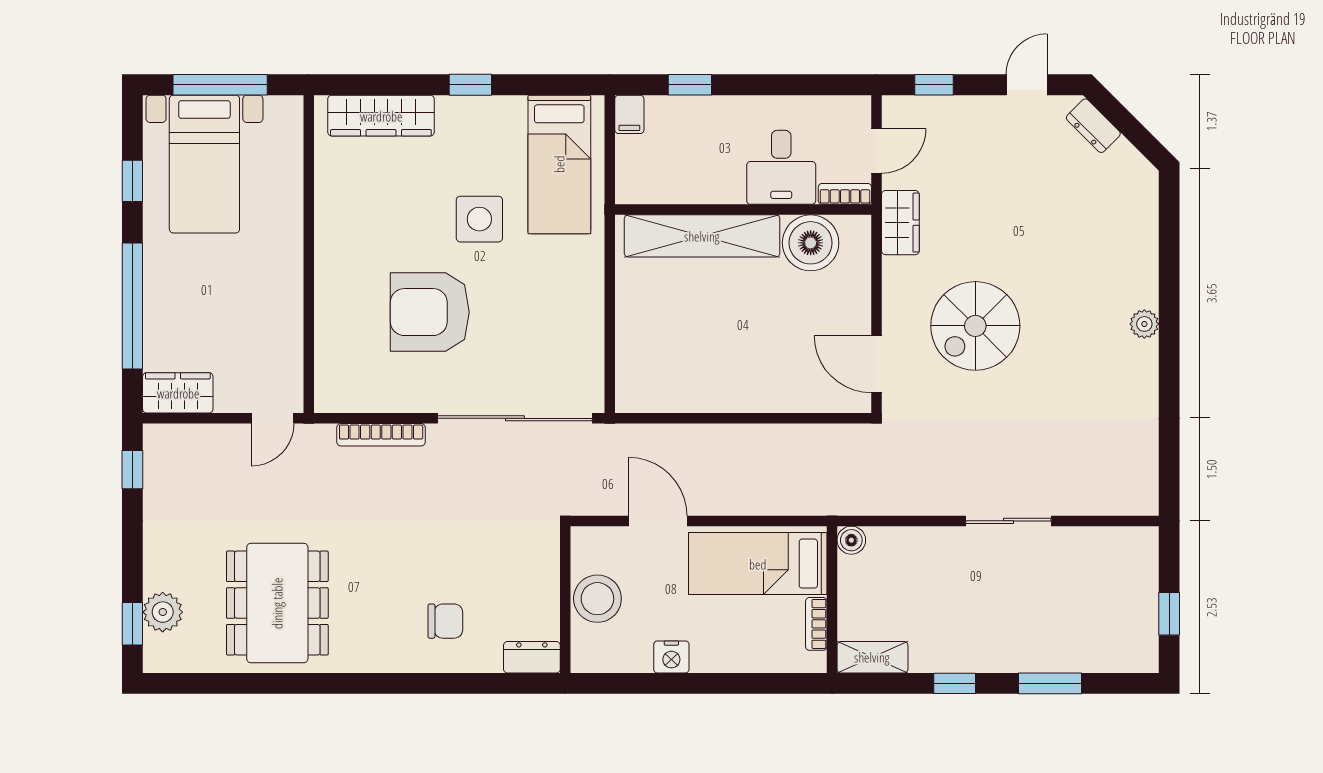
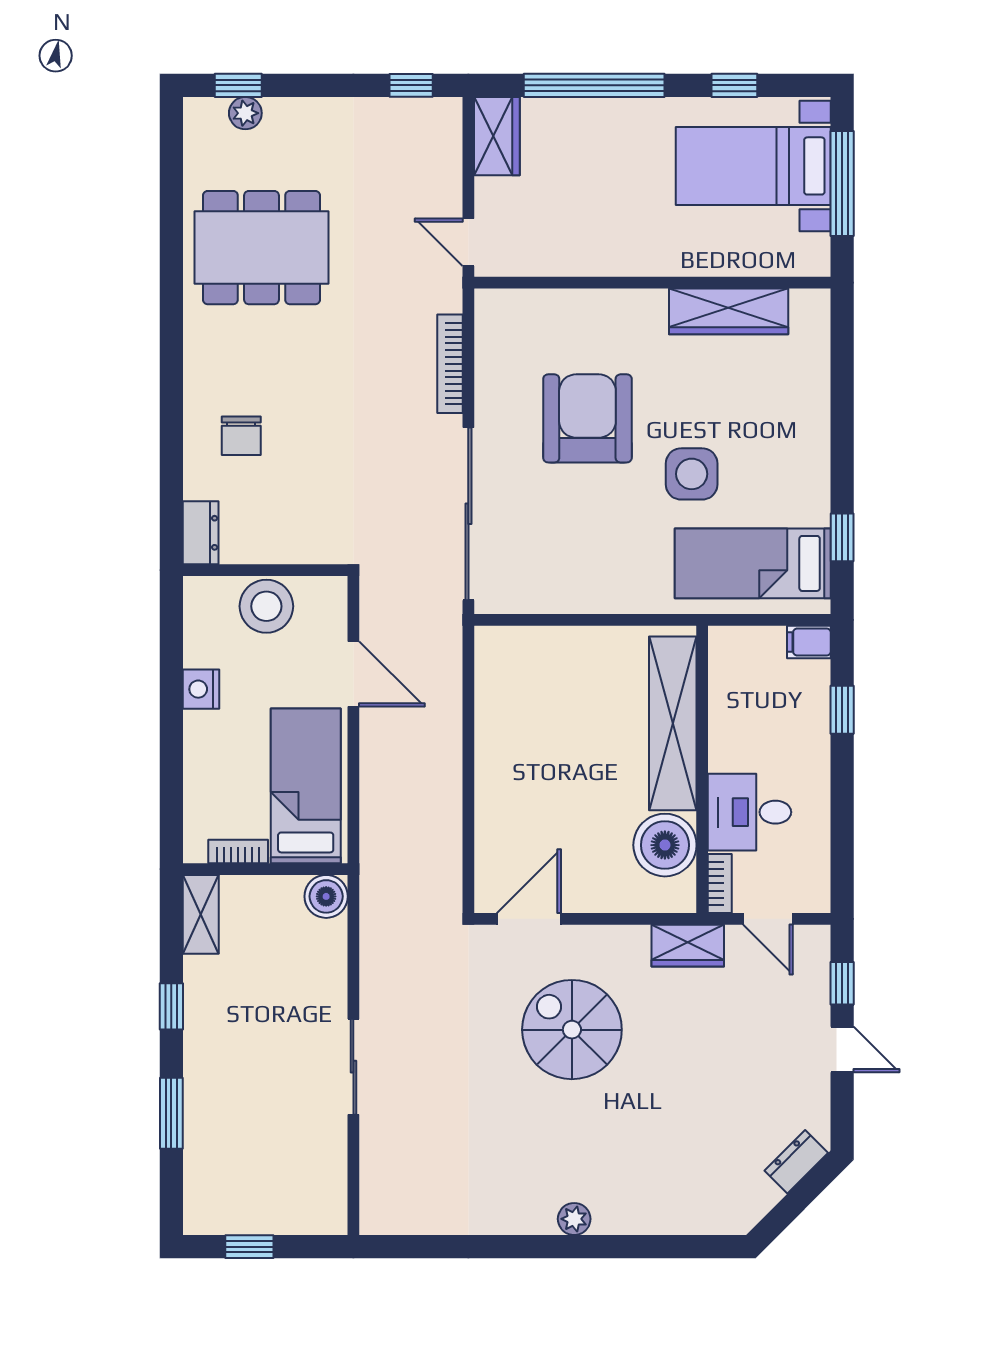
window: (470, 85) -> (842, 537), moved
door: (1027, 85) -> (842, 1049), moved
wardrobe: (381, 116) -> (729, 311), moved, turned -90
door: (658, 521) -> (353, 674), hinge flipped
boiler: (851, 540) -> (326, 896), width x1.36, depth x1.36
plant: (163, 612) -> (245, 113), width x0.73, depth x0.73

